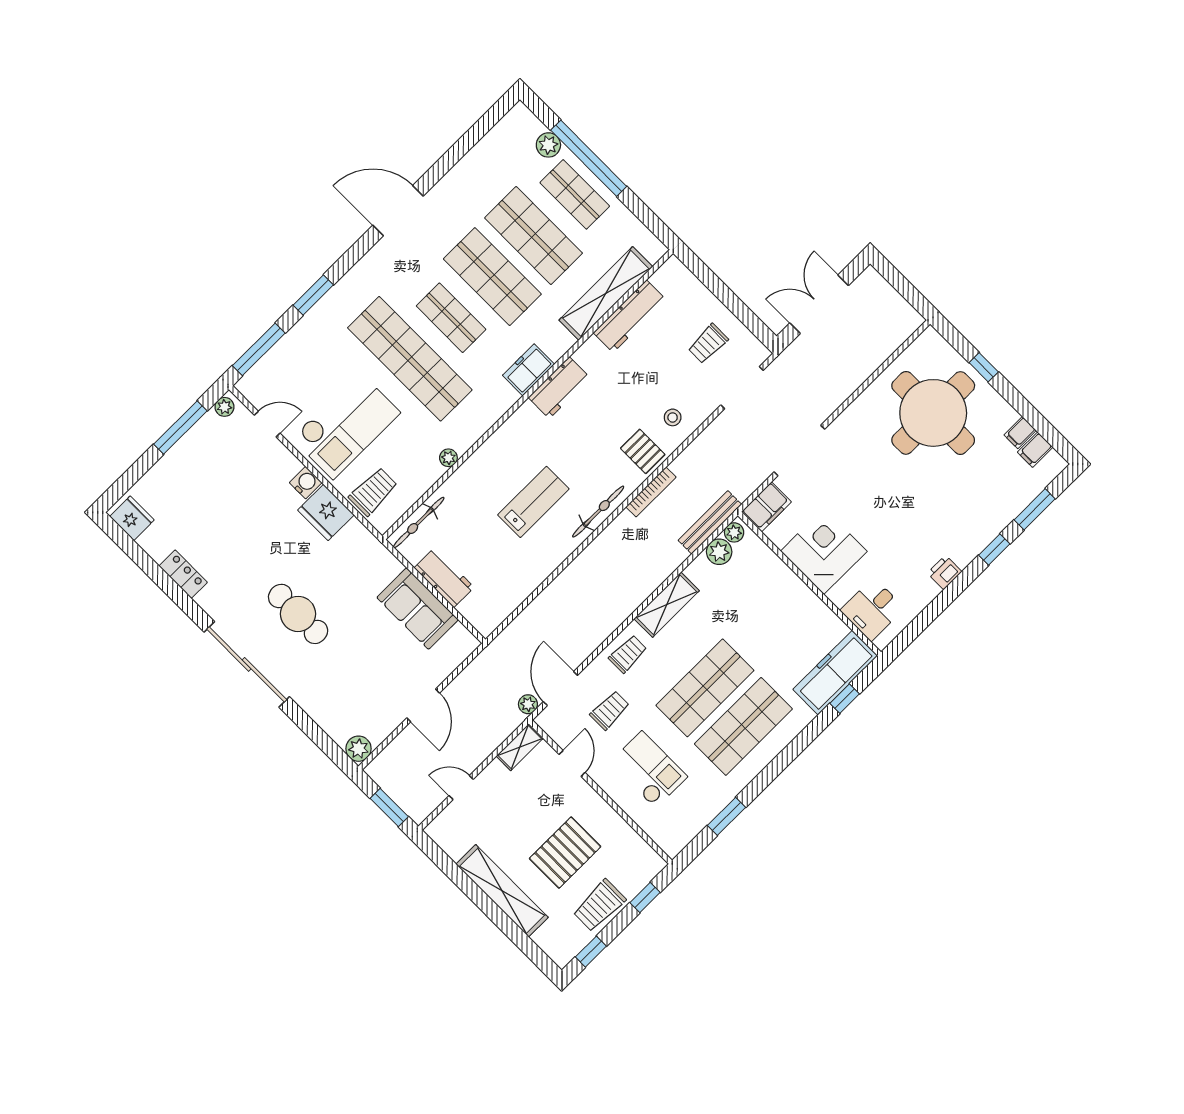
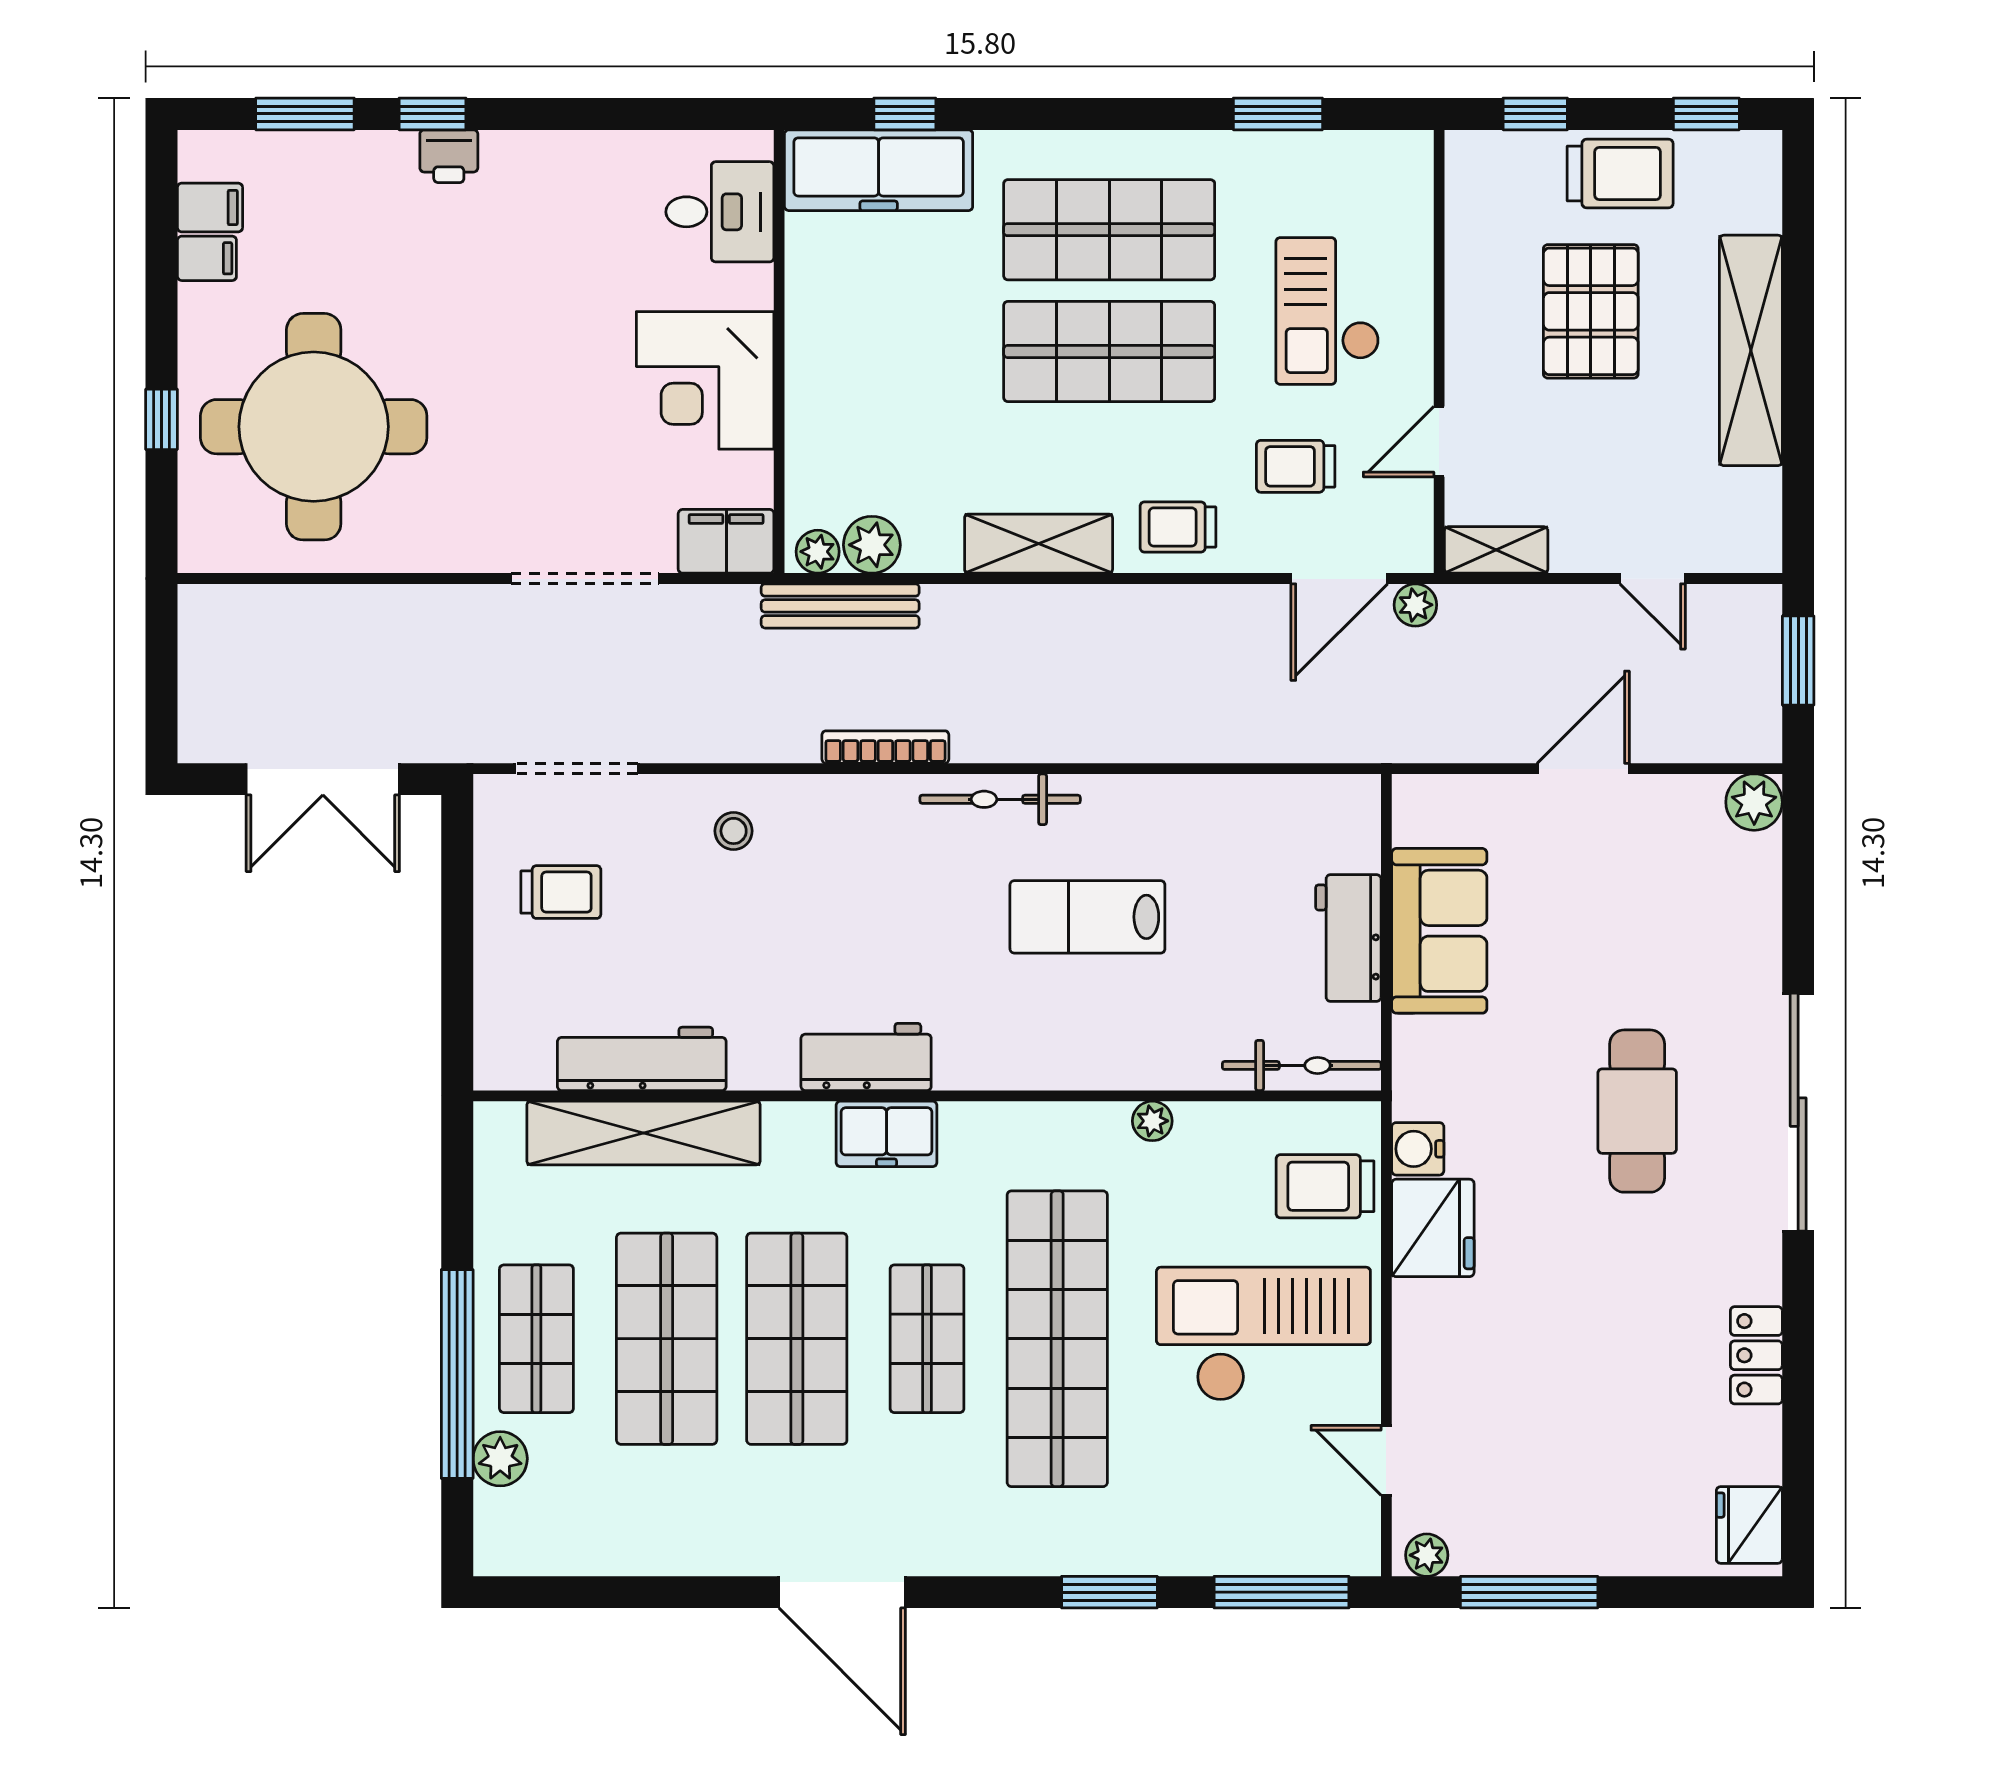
pallet: (643, 451) -> (834, 824), removed
water cooler: (306, 483) -> (1418, 1149), moved
printer: (945, 572) -> (449, 156), moved
pallet: (565, 853) -> (1591, 311), turned 90

